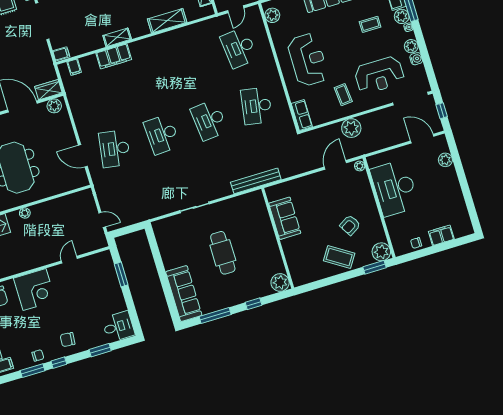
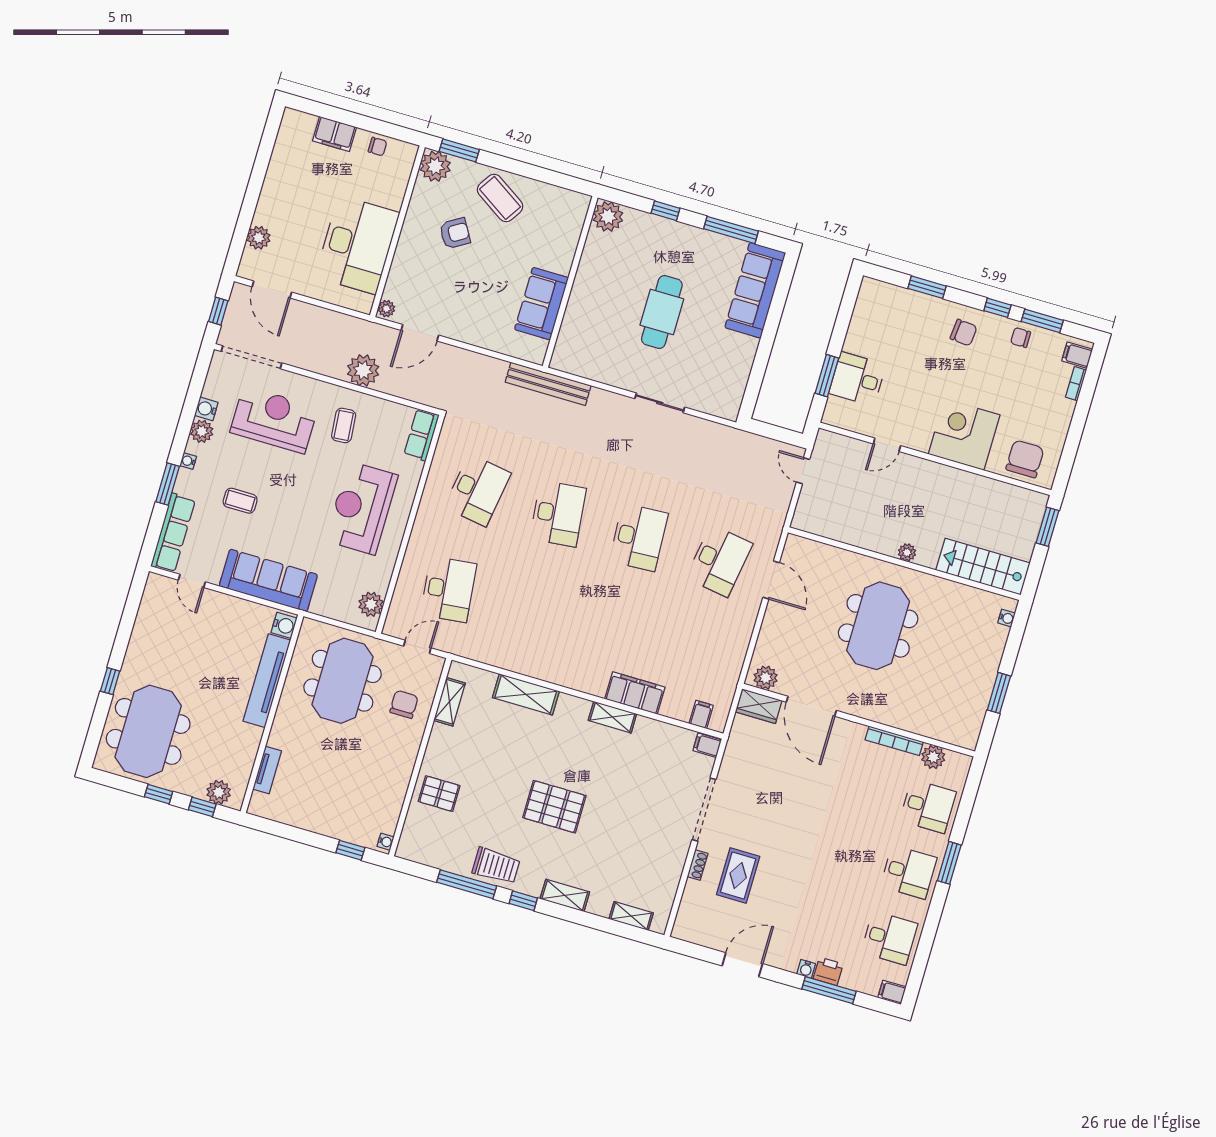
plant: (402, 16) -> (188, 483), removed
desk: (118, 327) -> (857, 379), moved

